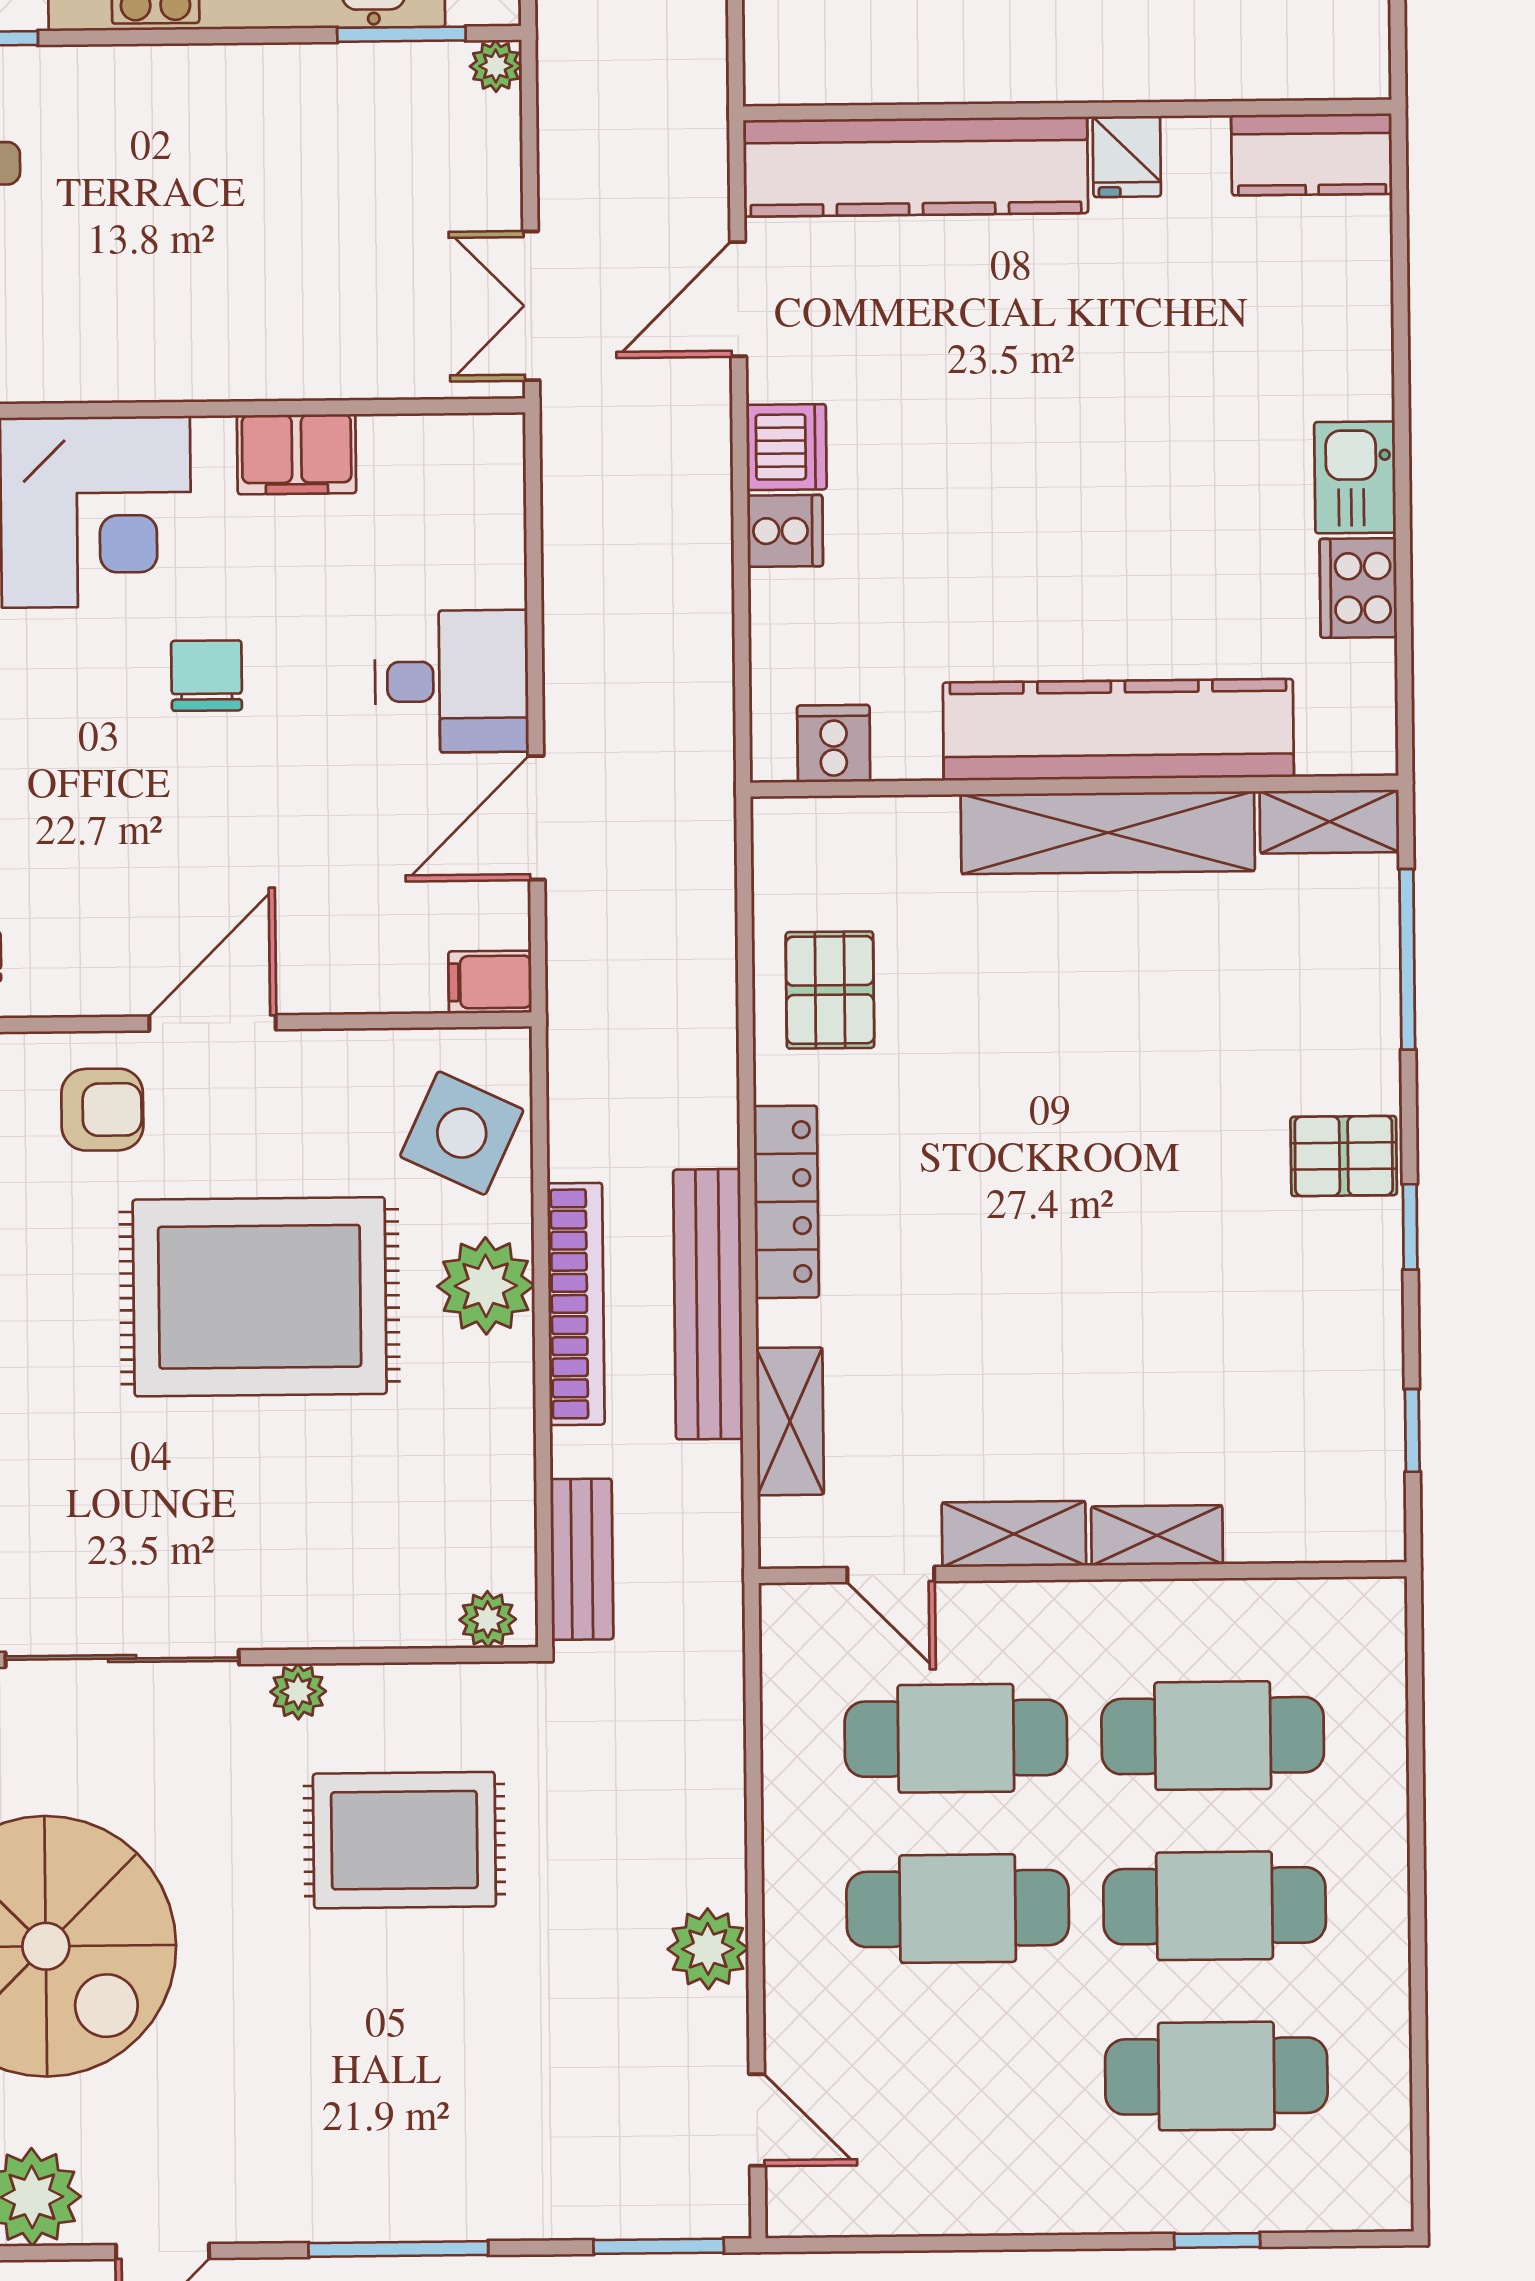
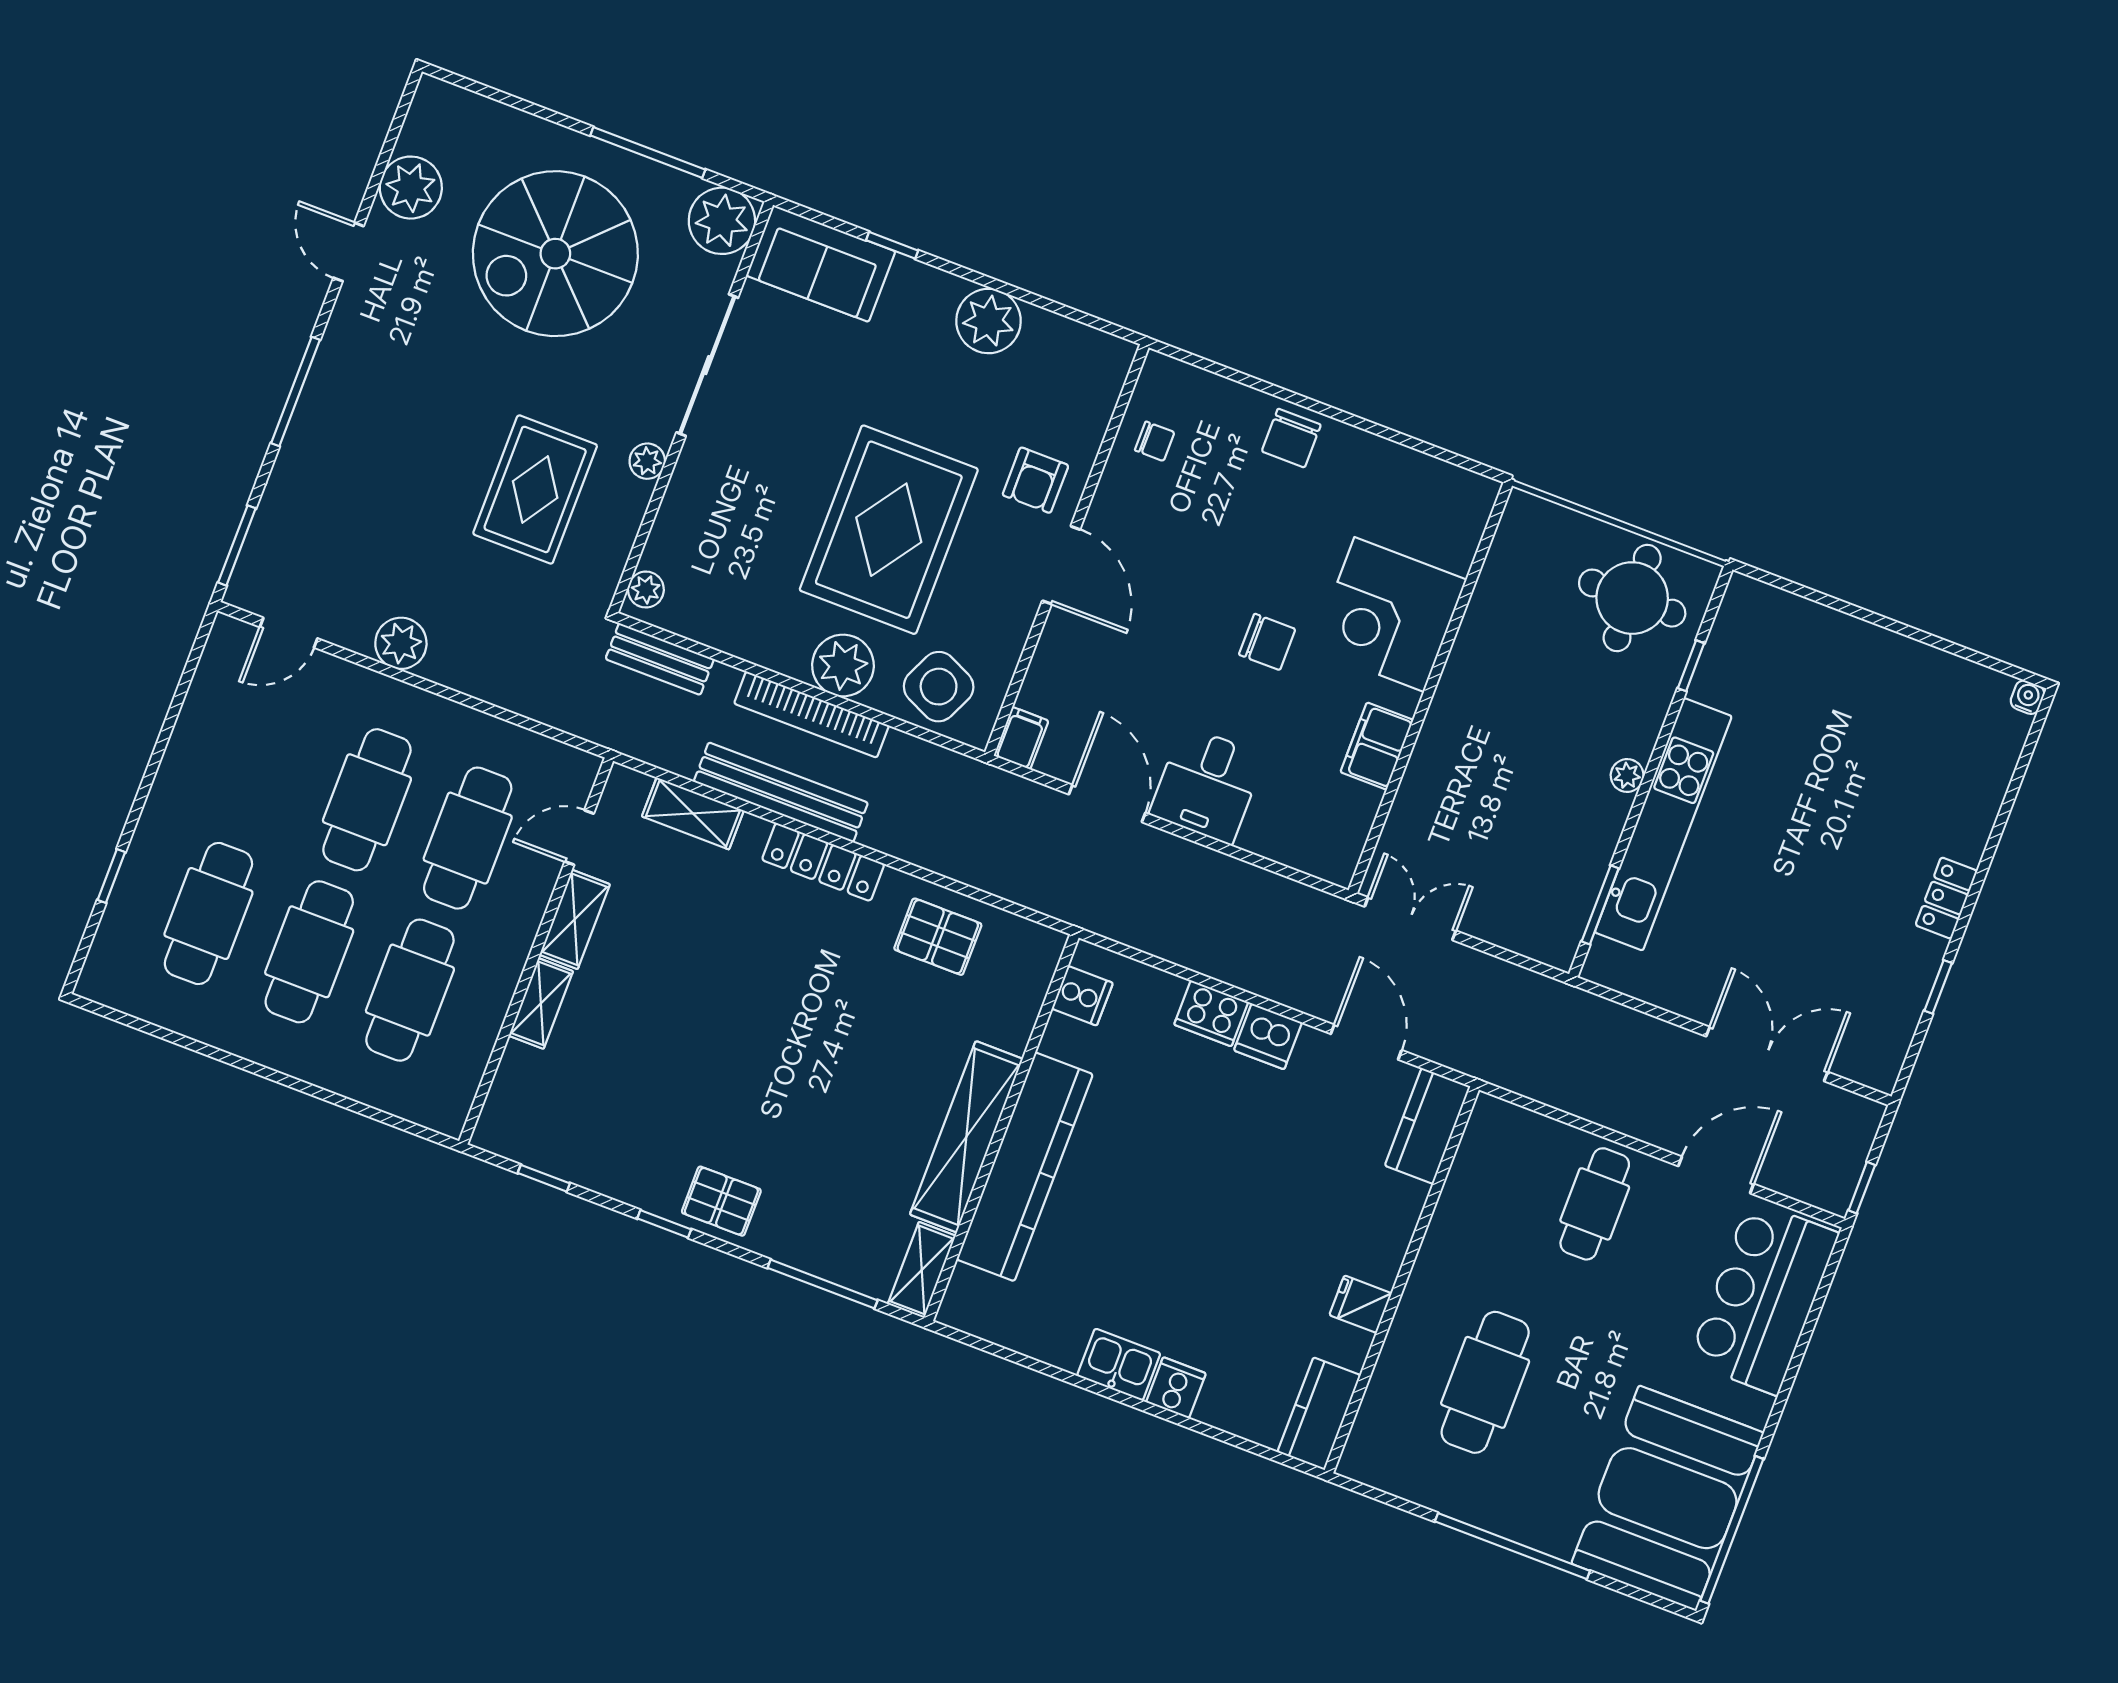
plant: (496, 66) -> (1627, 776), moved
kitchen counter: (916, 167) -> (1428, 1126), width x0.48, depth x0.86
cooker: (785, 531) -> (1211, 1013), width x1.36
cooker: (1358, 588) -> (1176, 1388), moved, width x0.73
pallet: (1344, 1156) -> (721, 1201), turned 90

